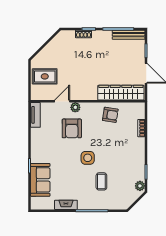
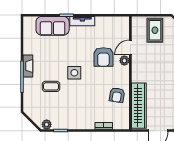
door: (62, 101) -> (130, 47), swing flipped
tv unit: (35, 115) -> (82, 21), moved
armchair: (72, 128) -> (103, 57), turned -90
fireplace: (66, 205) -> (28, 66), moved

